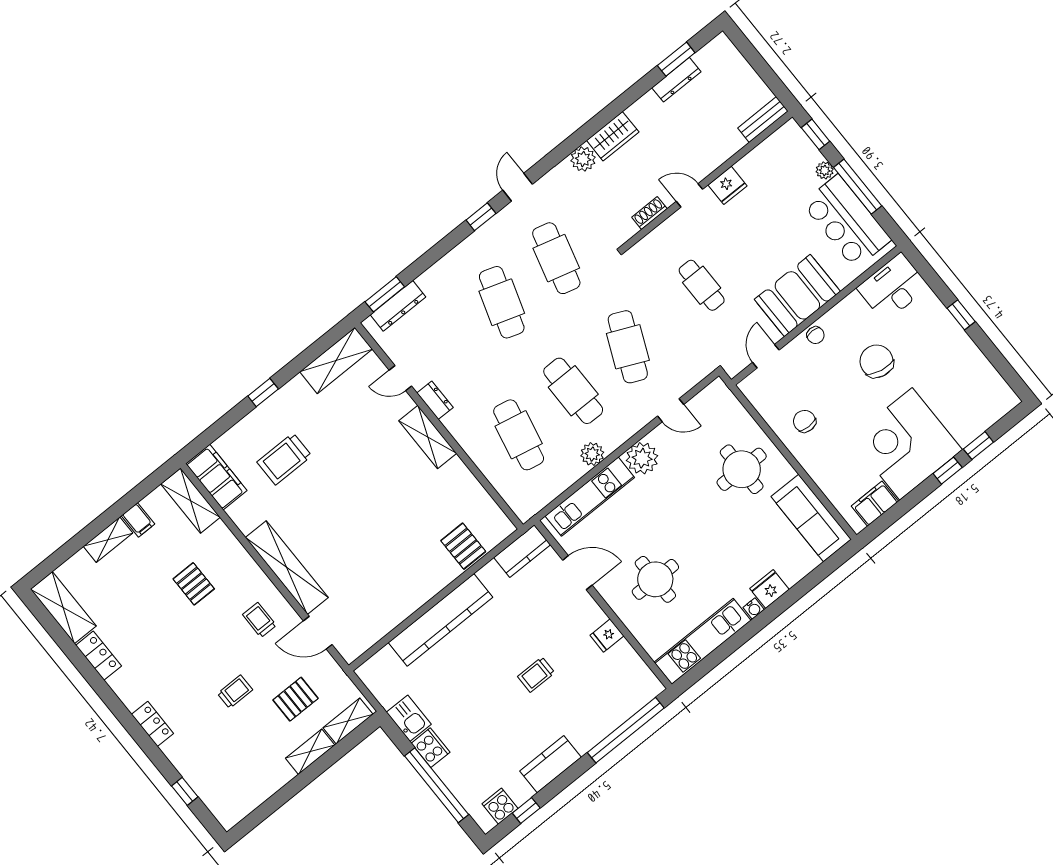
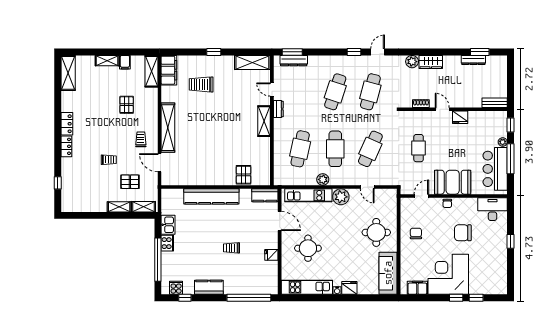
chair: (877, 361) -> (463, 233), turned -101
locker: (99, 656) -> (67, 124), moved

